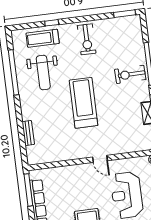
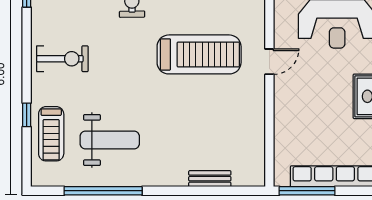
treadmill: (84, 103) -> (199, 54), moved, turned 180

